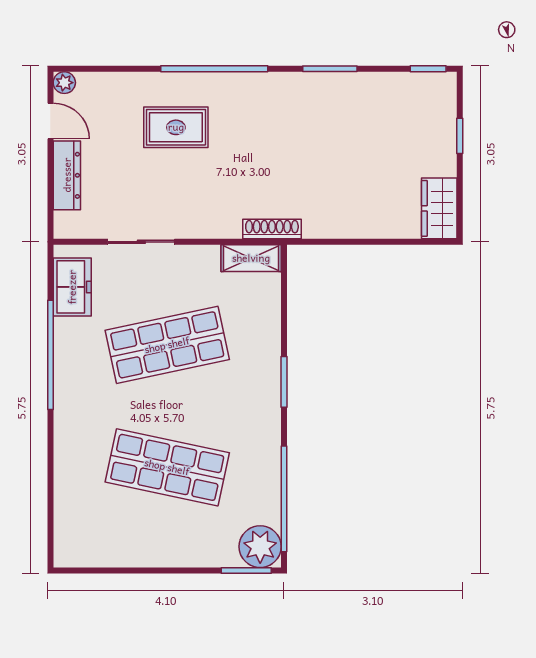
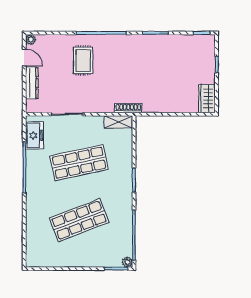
rug: (176, 127) -> (83, 60), turned 90
shop shelf: (167, 467) -> (79, 220), turned -33
plant: (260, 547) -> (127, 262), width x0.53, depth x0.53

